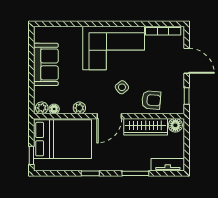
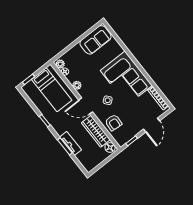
sofa: (46, 64) -> (95, 40), moved
bed: (62, 139) -> (52, 90), width x0.67
tv unit: (168, 165) -> (71, 143), moved

